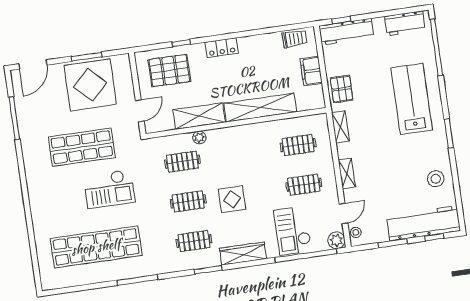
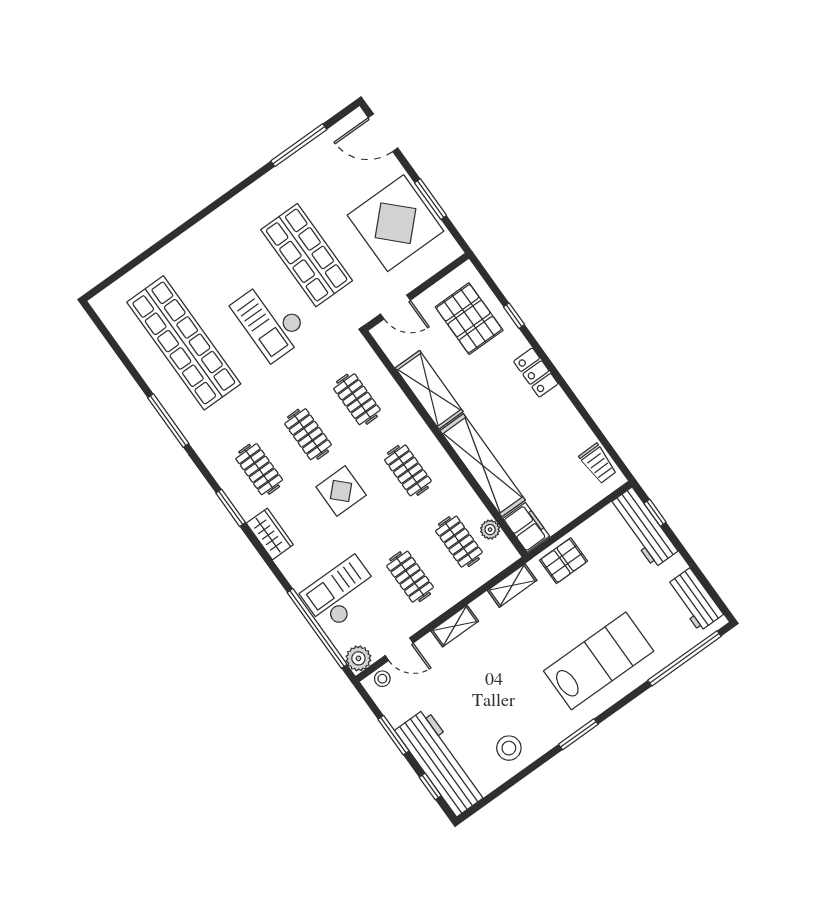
filing cabinet: (311, 71) -> (526, 527), moved, turned 90
plant: (199, 137) -> (490, 530), moved
clothes rail: (240, 153) -> (408, 470), added
wardrobe: (243, 254) -> (270, 534), width x0.67

